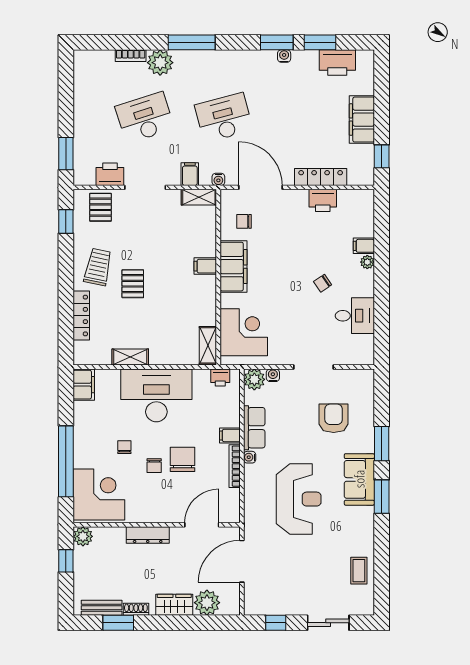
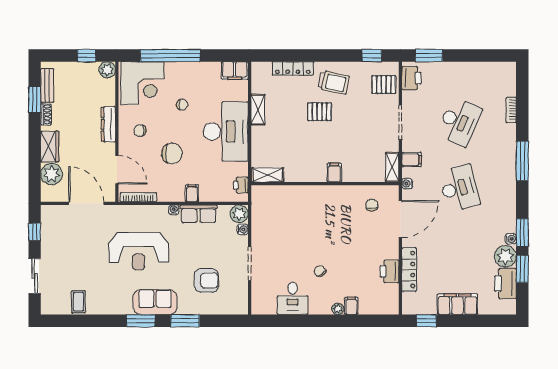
plant: (160, 63) -> (505, 256), moved
desk: (145, 118) -> (459, 122), turned 42
printer: (110, 174) -> (412, 78), moved
filing cabinet: (234, 267) -> (334, 196), removed
corner desk: (244, 332) -> (279, 205), removed
chair: (154, 466) -> (140, 131), moved
bookcase: (235, 466) -> (138, 197), moved
coffee table: (359, 571) -> (78, 302), turned 90

